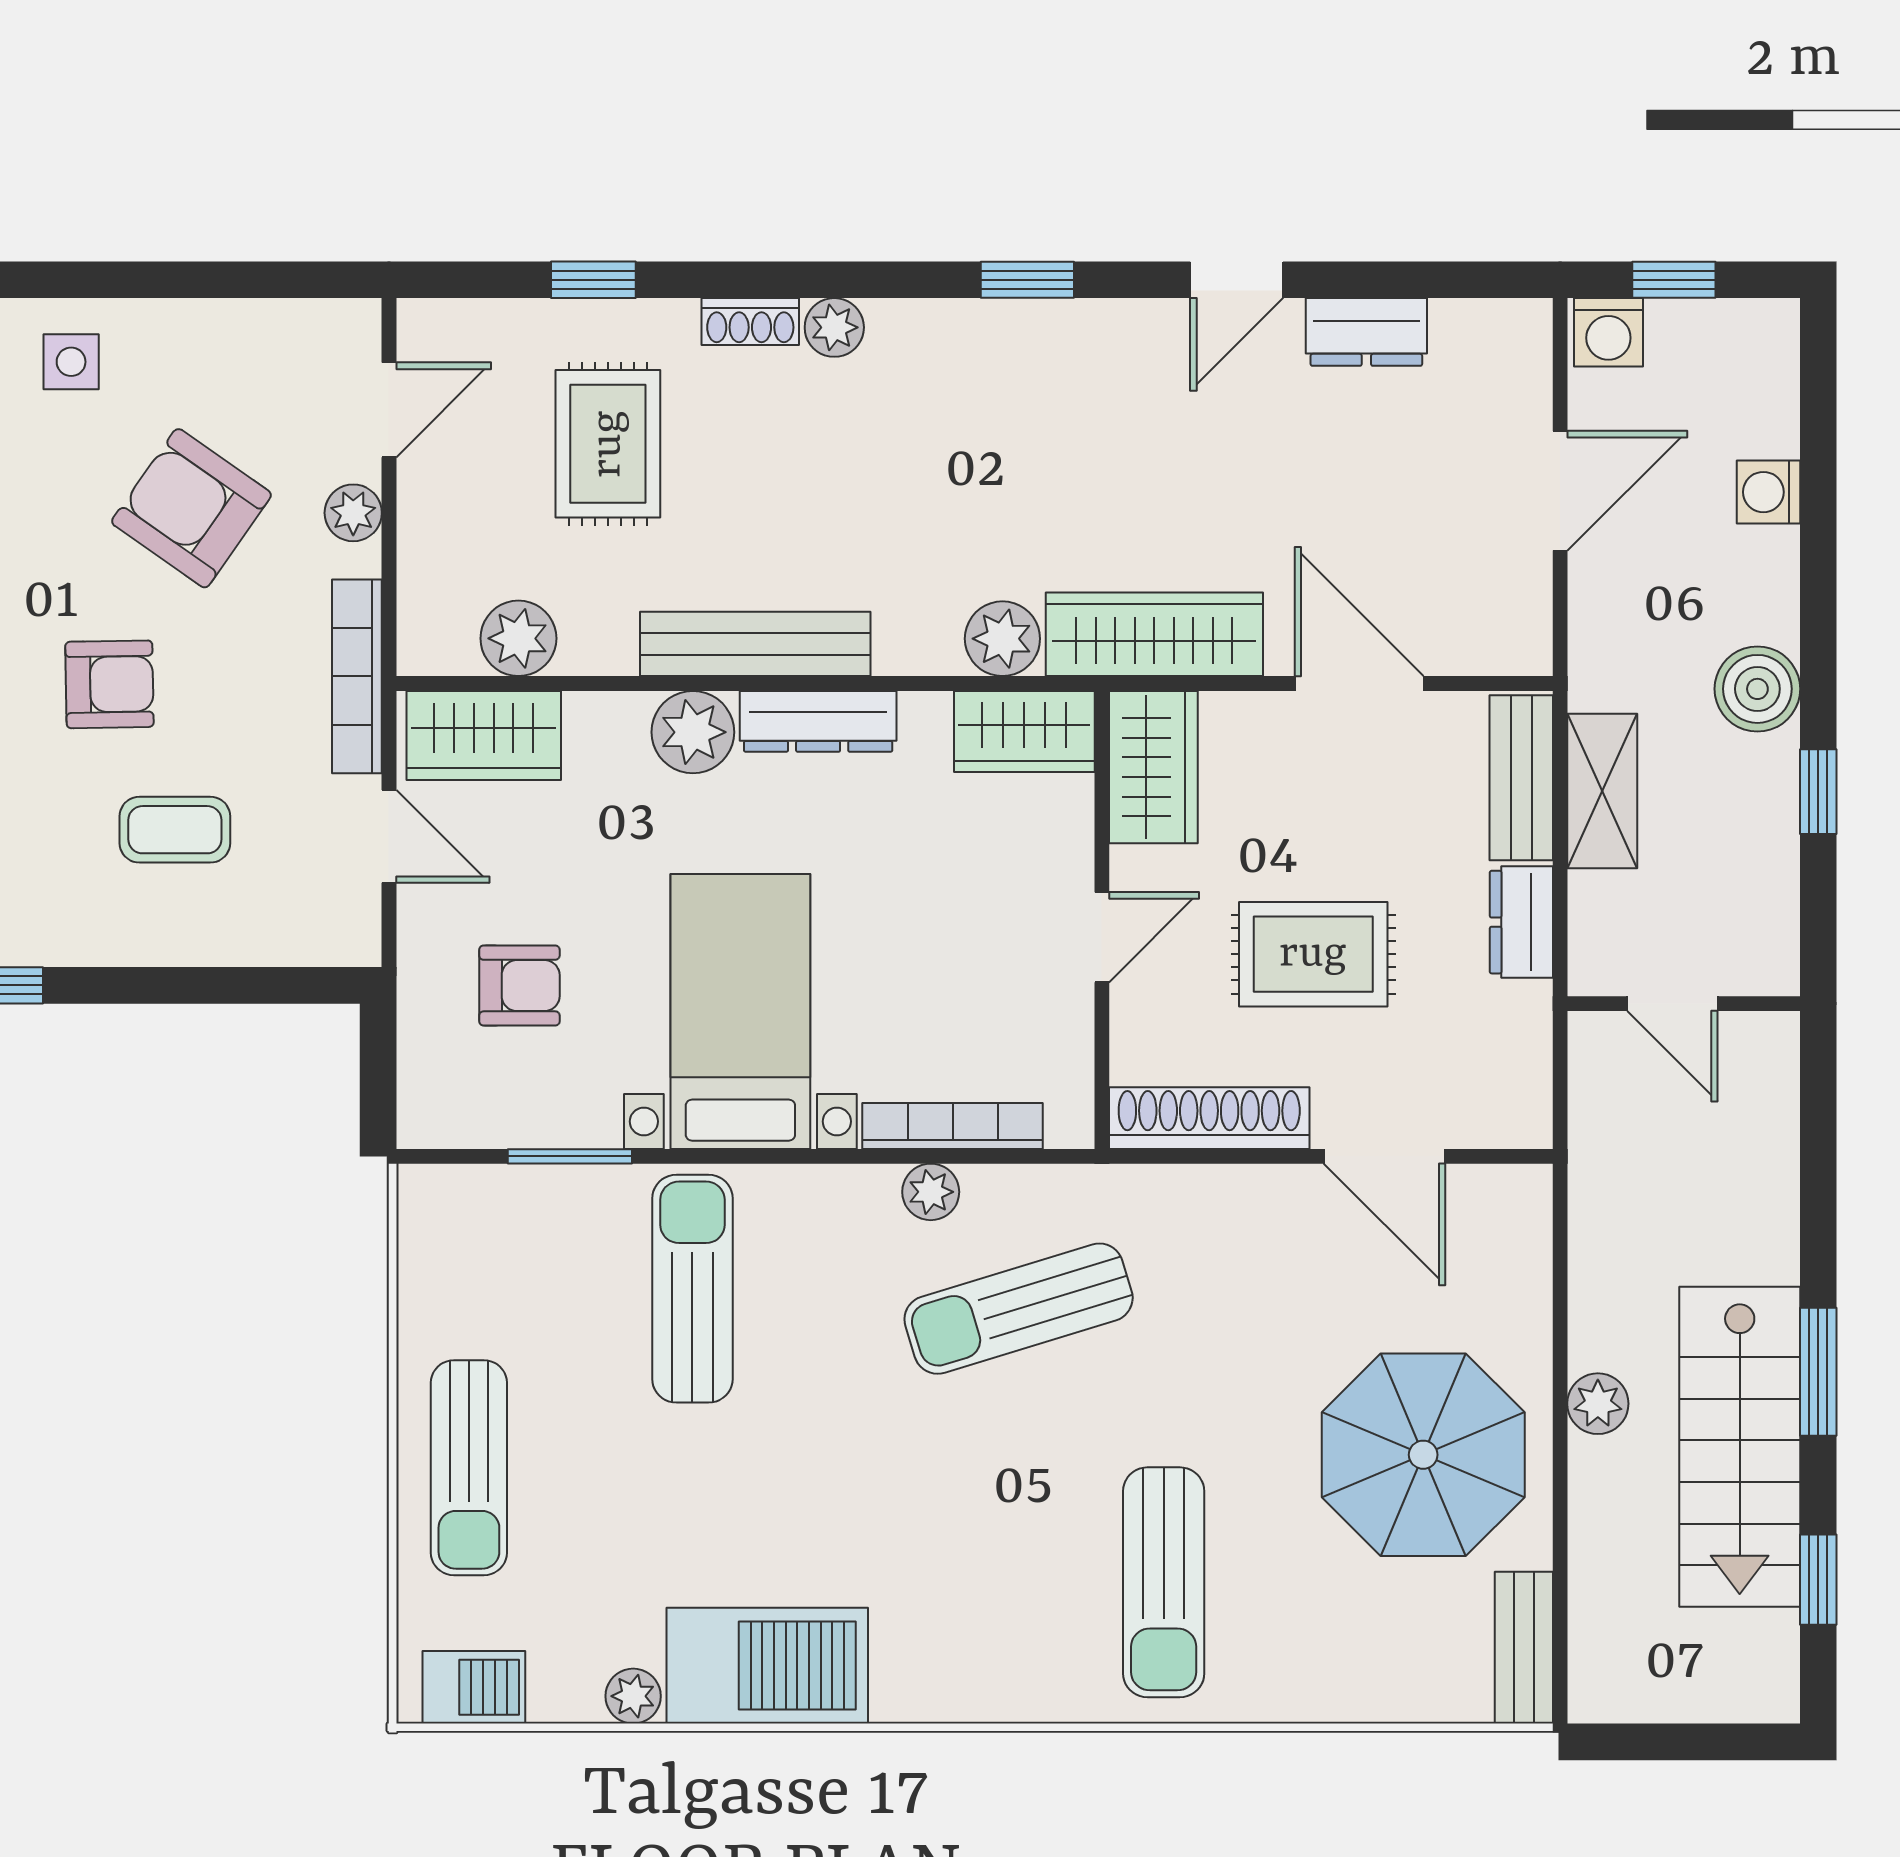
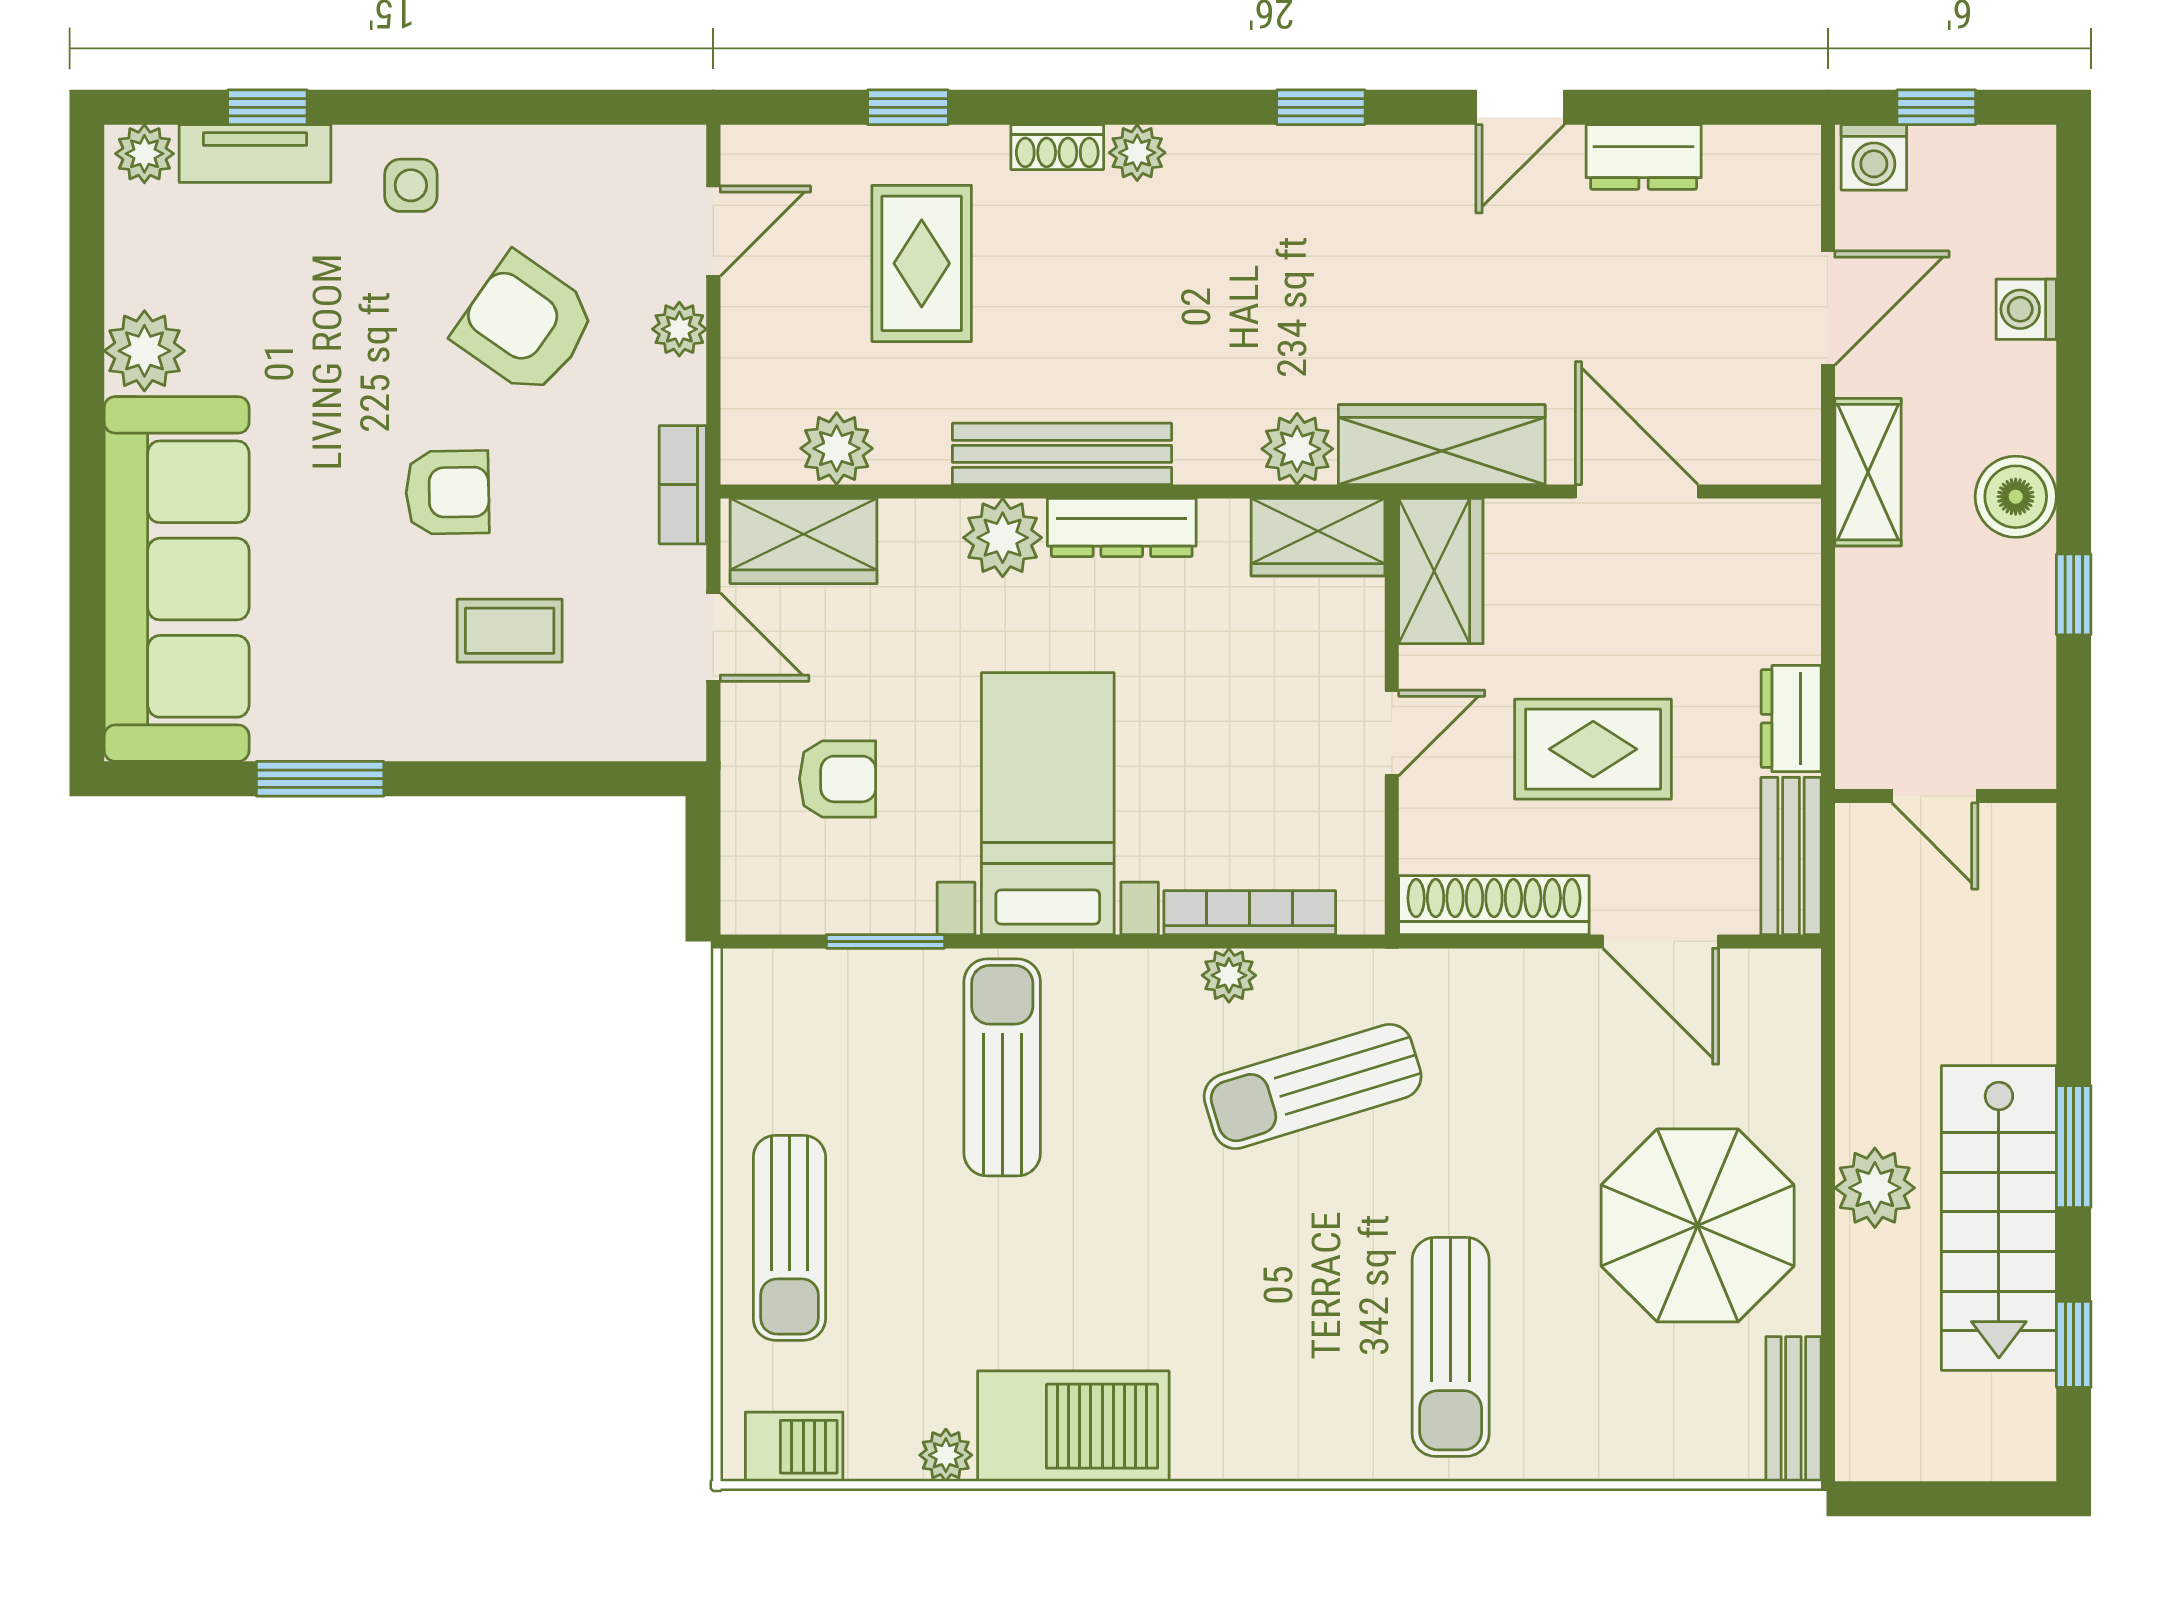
bookcase: (357, 676) -> (683, 485), width x0.64
bench: (1521, 778) -> (1791, 856), moved
shelving: (1602, 791) -> (1868, 472), moved
plant: (1598, 1404) -> (1875, 1188), width x1.38, depth x1.38

